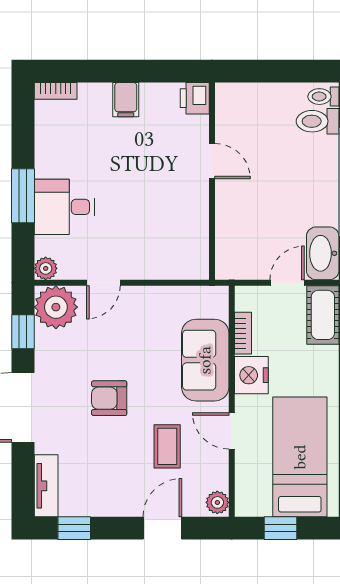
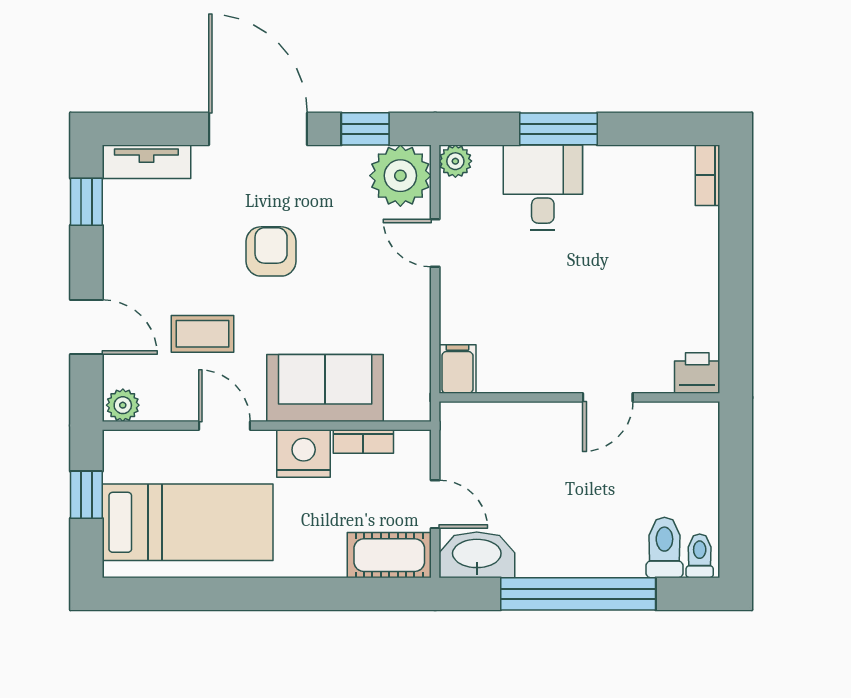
filing cabinet: (126, 100) -> (457, 369), moved, turned 90
door: (232, 431) -> (224, 426), hinge flipped

